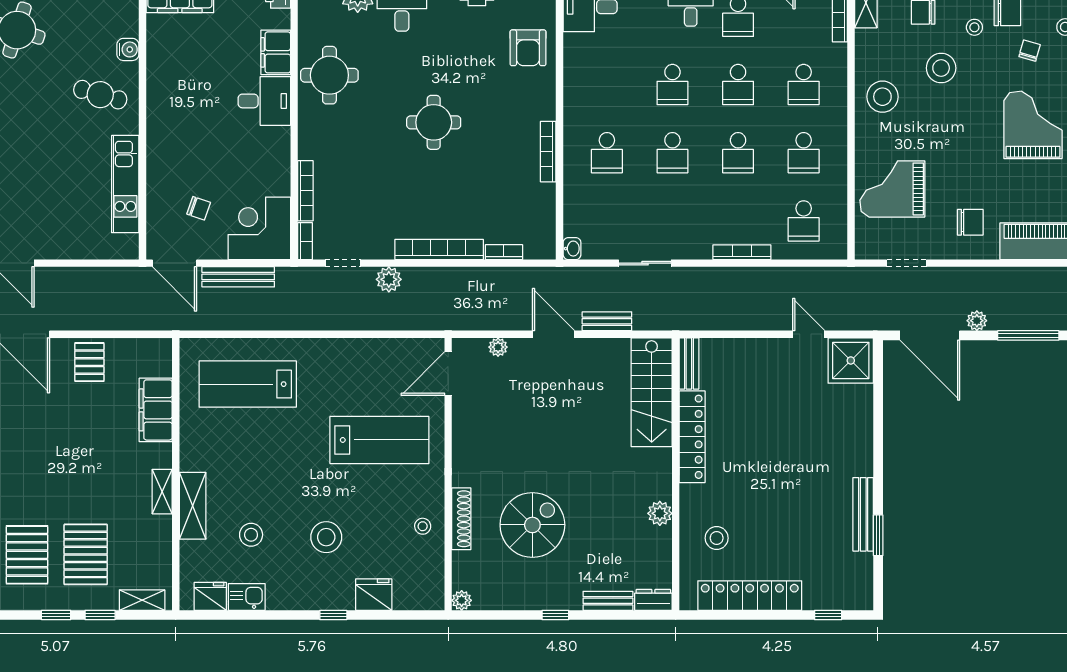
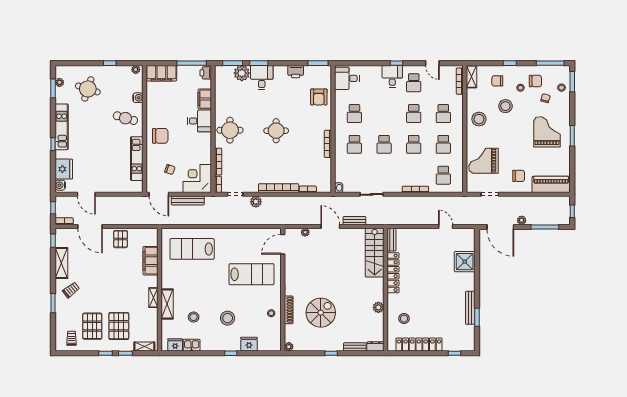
round table: (329, 75) -> (230, 130), moved
school desk: (672, 85) -> (354, 114), moved
chair: (177, 134) -> (160, 136), added
shower: (851, 360) -> (465, 262), moved

